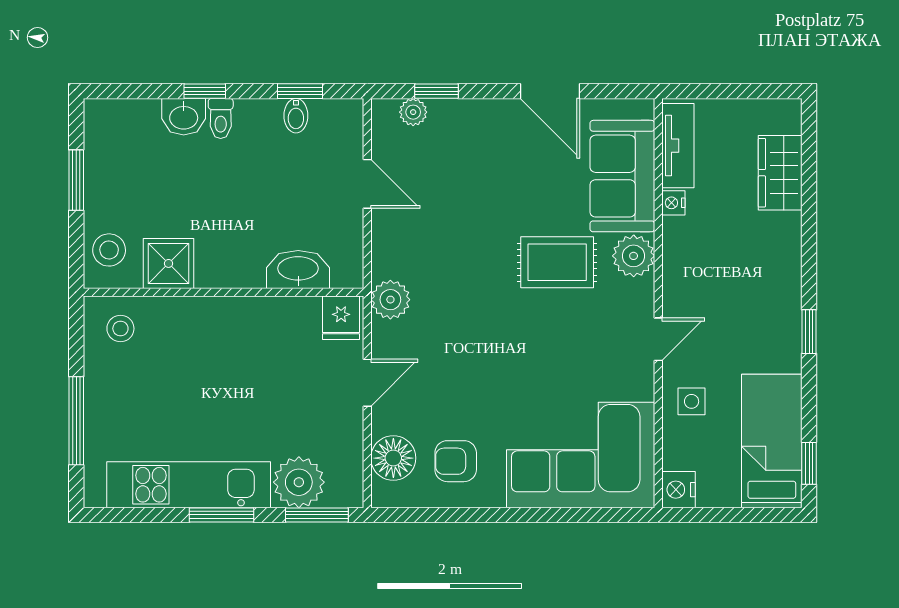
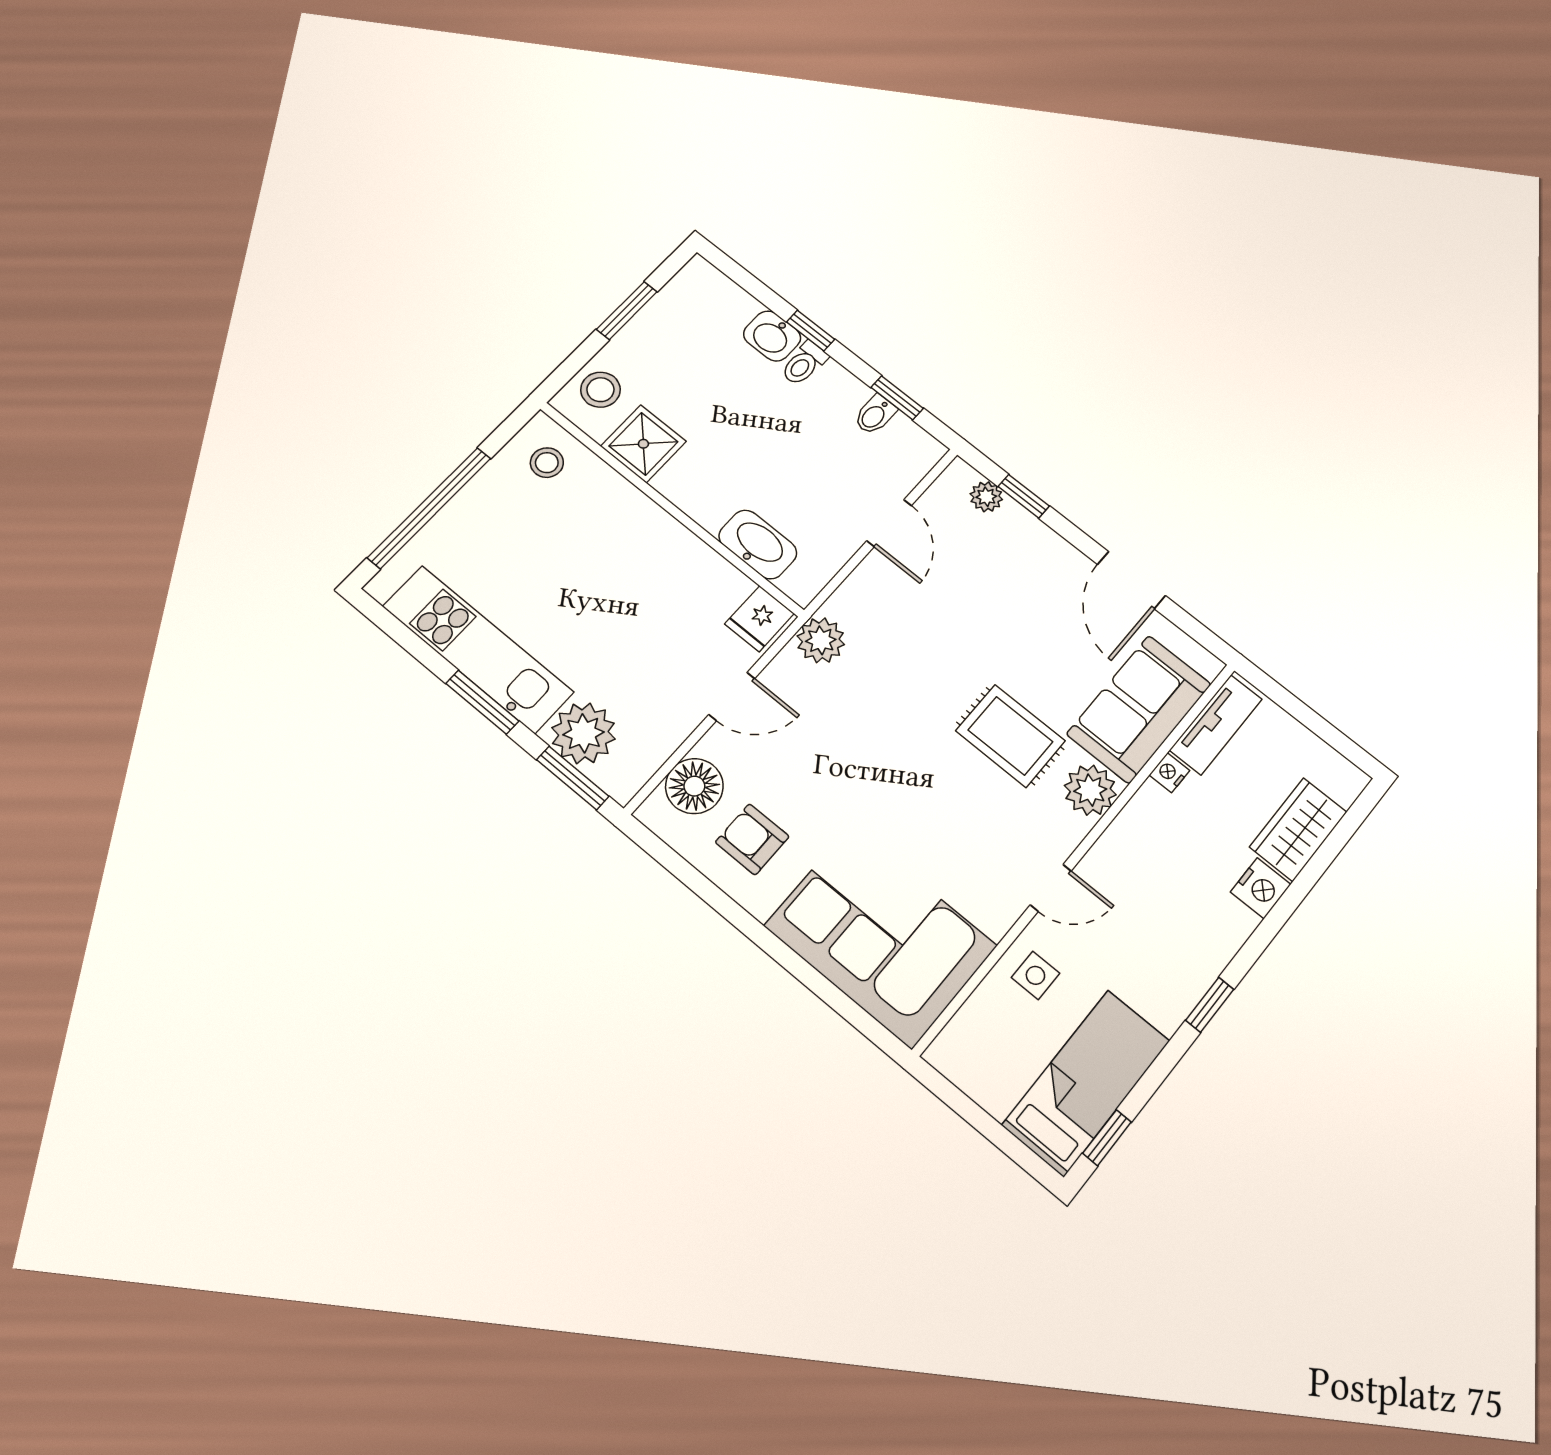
window: (76, 421) -> (429, 508), width x1.46
nightstand: (678, 490) -> (1261, 888), moved, turned 180

